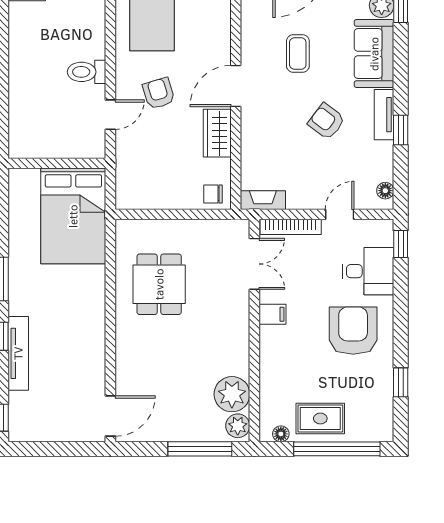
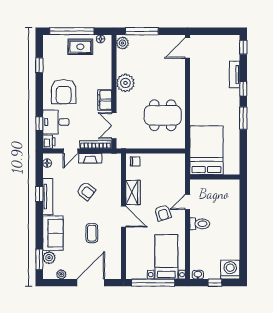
door: (236, 86) -> (123, 217), hinge flipped
tv unit: (384, 115) -> (48, 197), width x1.41
armchair: (326, 121) -> (86, 191), moved
fireplace: (263, 200) -> (90, 158), moved
printer: (382, 233) -> (49, 142), added
window: (401, 244) -> (39, 124), moved
dining table: (159, 284) -> (163, 115), width x1.38
filing cabinet: (272, 314) -> (105, 100), width x2.00
tv unit: (18, 353) -> (235, 75), width x0.71
plant: (232, 394) -> (125, 83), moved

